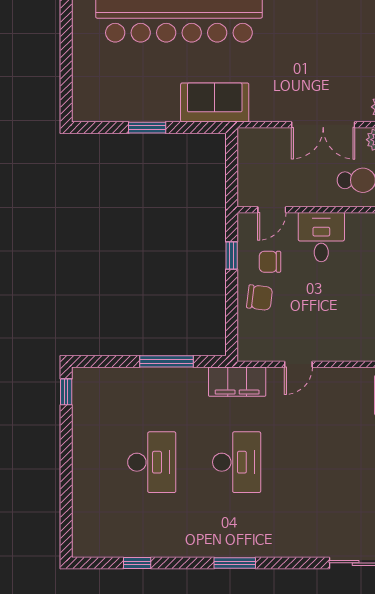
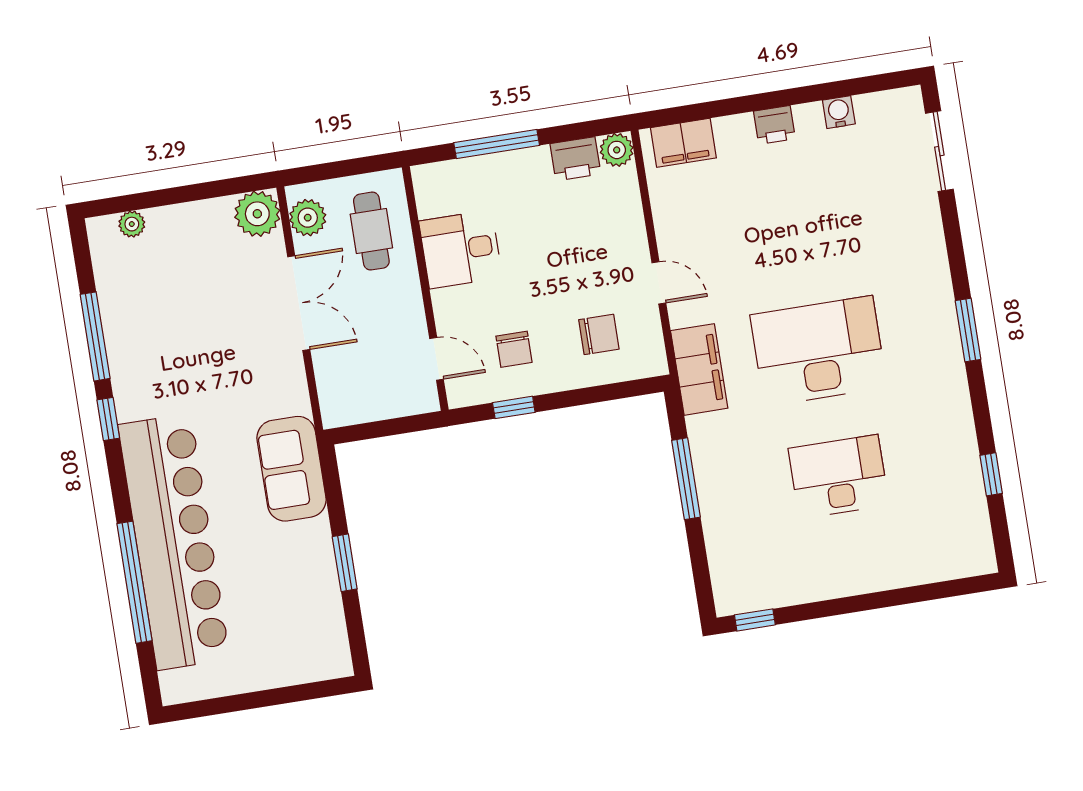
desk: (321, 237) -> (461, 249), moved
chair: (260, 298) -> (599, 334), moved, turned 83
desk: (237, 462) -> (818, 351), width x1.36, depth x1.30

